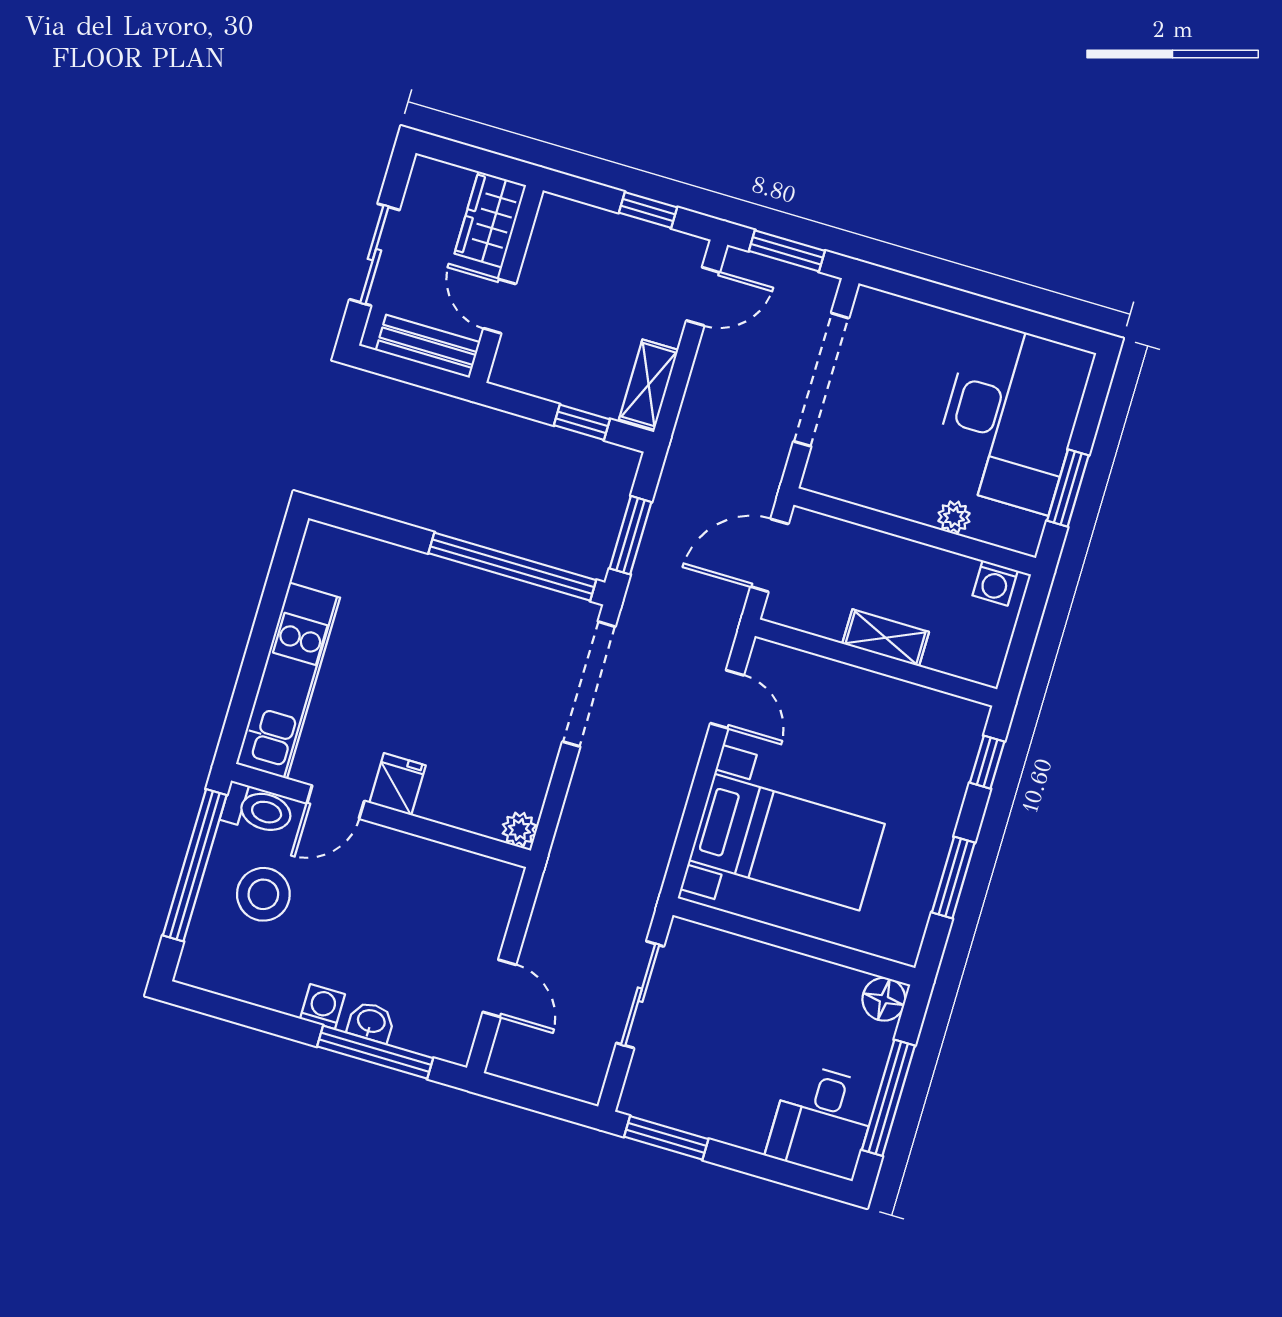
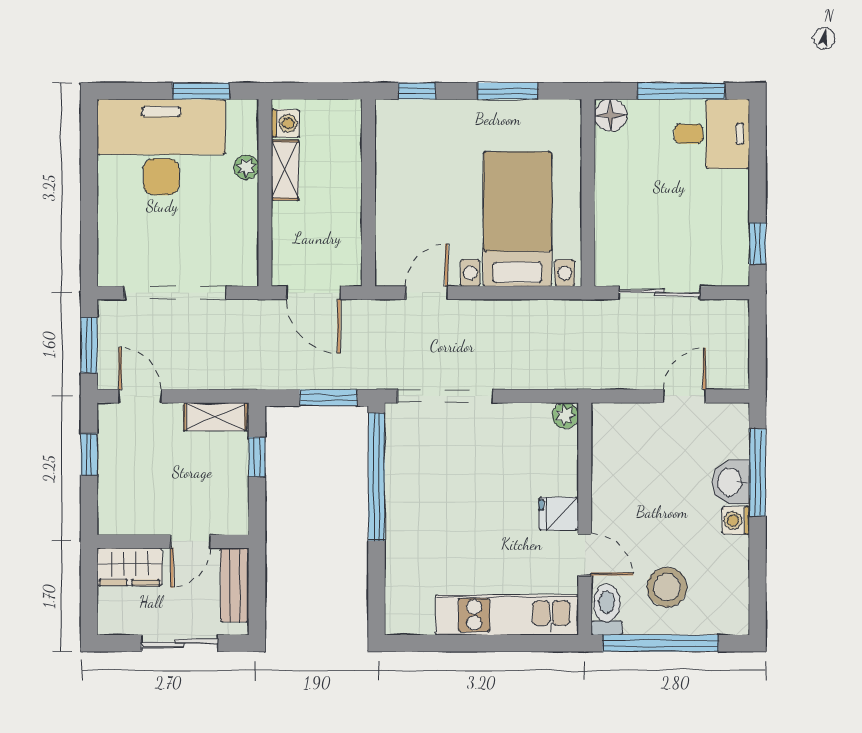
shelving: (886, 638) -> (285, 170), moved
washbasin: (371, 1022) -> (731, 482), width x1.38, depth x1.45
window: (666, 1138) -> (758, 243), width x0.67

